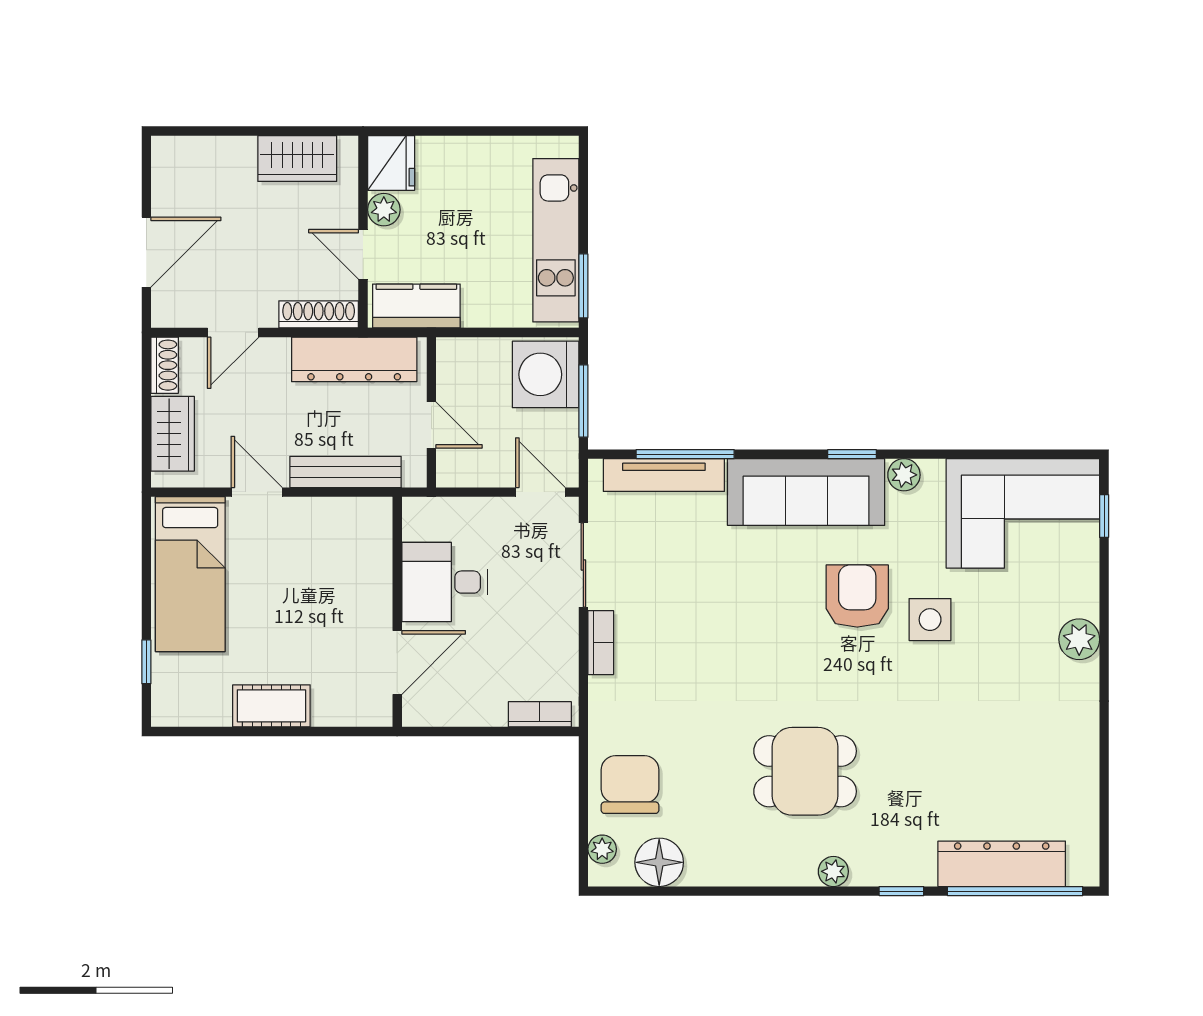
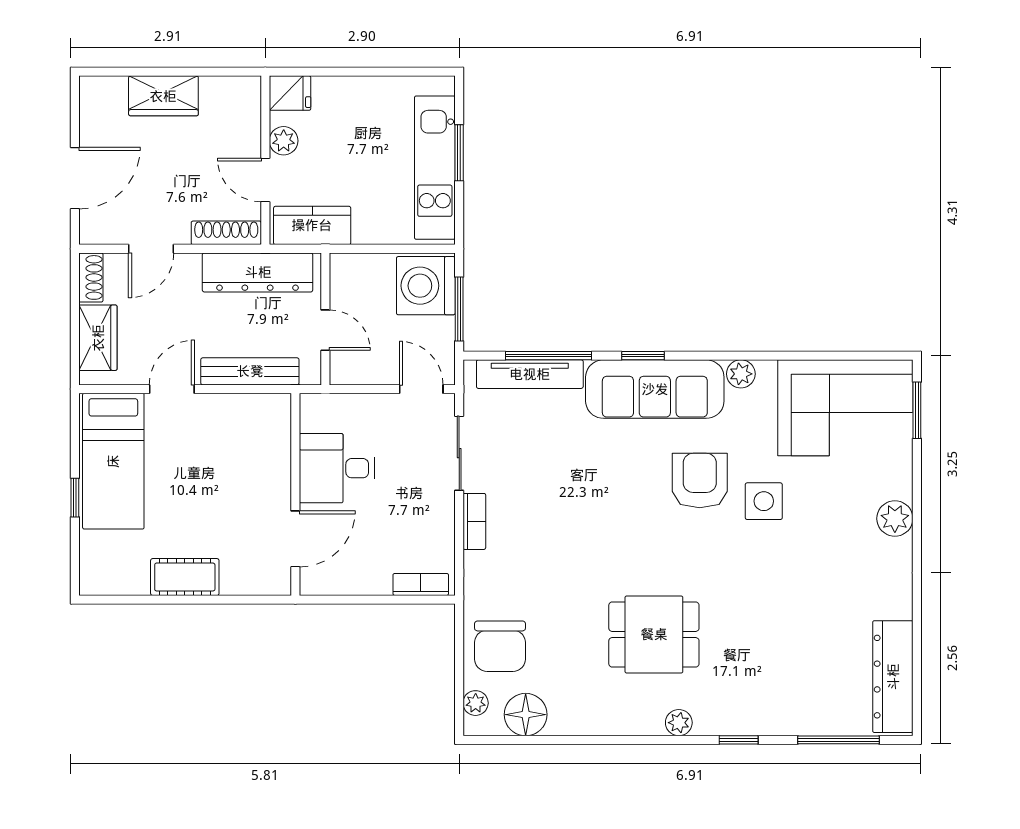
wardrobe: (297, 158) -> (163, 96), moved
fridge: (391, 163) -> (290, 93), width x0.72
window: (583, 286) -> (459, 153), moved
window: (852, 454) -> (643, 356), moved
door: (257, 492) -> (172, 389), hinge flipped
window: (1104, 516) -> (917, 410), width x1.50
window: (146, 662) -> (75, 498), moved
chair: (630, 785) -> (500, 646), turned 180
dresser: (1002, 864) -> (893, 677), moved, turned -90
window: (1015, 891) -> (838, 740), width x0.68

